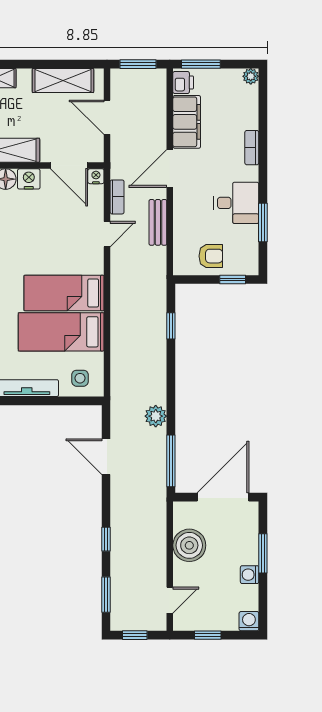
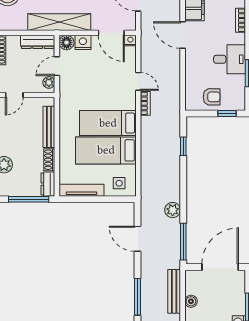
door: (170, 168) -> (183, 35), hinge flipped
bookcase: (117, 197) -> (145, 103), moved
bench: (158, 222) -> (174, 291), moved, width x1.36
door: (107, 234) -> (138, 81), hinge flipped
window: (106, 539) -> (137, 297), width x2.17
boiler: (189, 545) -> (191, 301), width x0.54, depth x0.54

